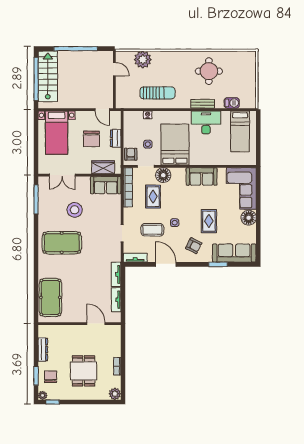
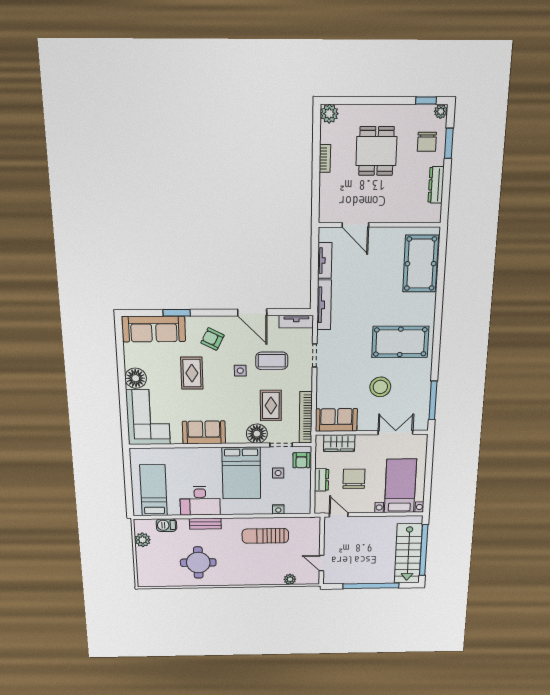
plant: (143, 60) -> (290, 579), width x0.53, depth x0.53
plant: (250, 91) -> (143, 540), added
tv unit: (116, 274) -> (324, 305), width x1.41

